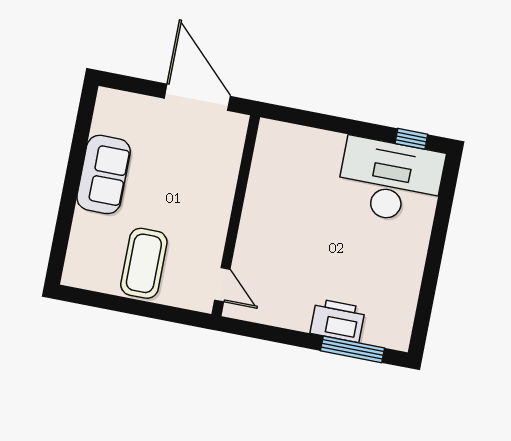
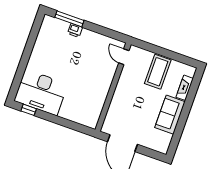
fireplace: (80, 237) -> (185, 88), added
printer: (338, 320) -> (75, 30), width x0.53, depth x0.68

